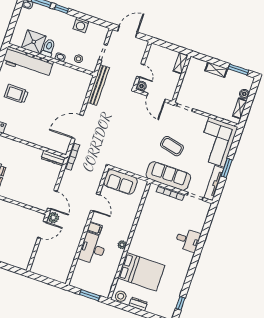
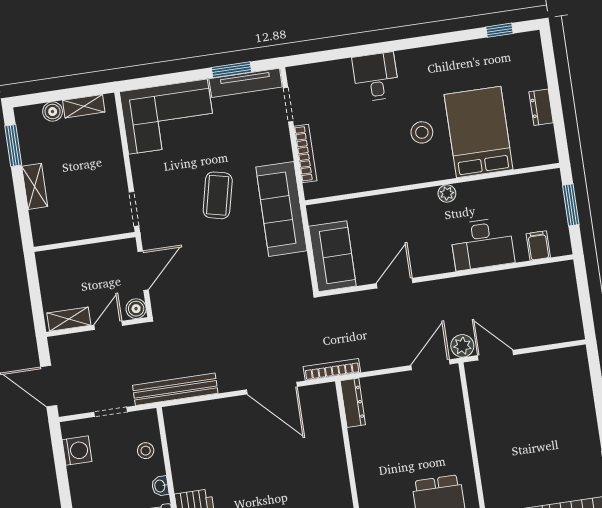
washing machine: (81, 25) -> (77, 451), moved
shelving: (181, 63) -> (69, 319), moved
window: (227, 168) -> (231, 70), moved
sofa: (168, 176) -> (281, 209), moved
filing cabinet: (95, 228) -> (538, 246), moved
stool: (121, 296) -> (422, 132), moved

